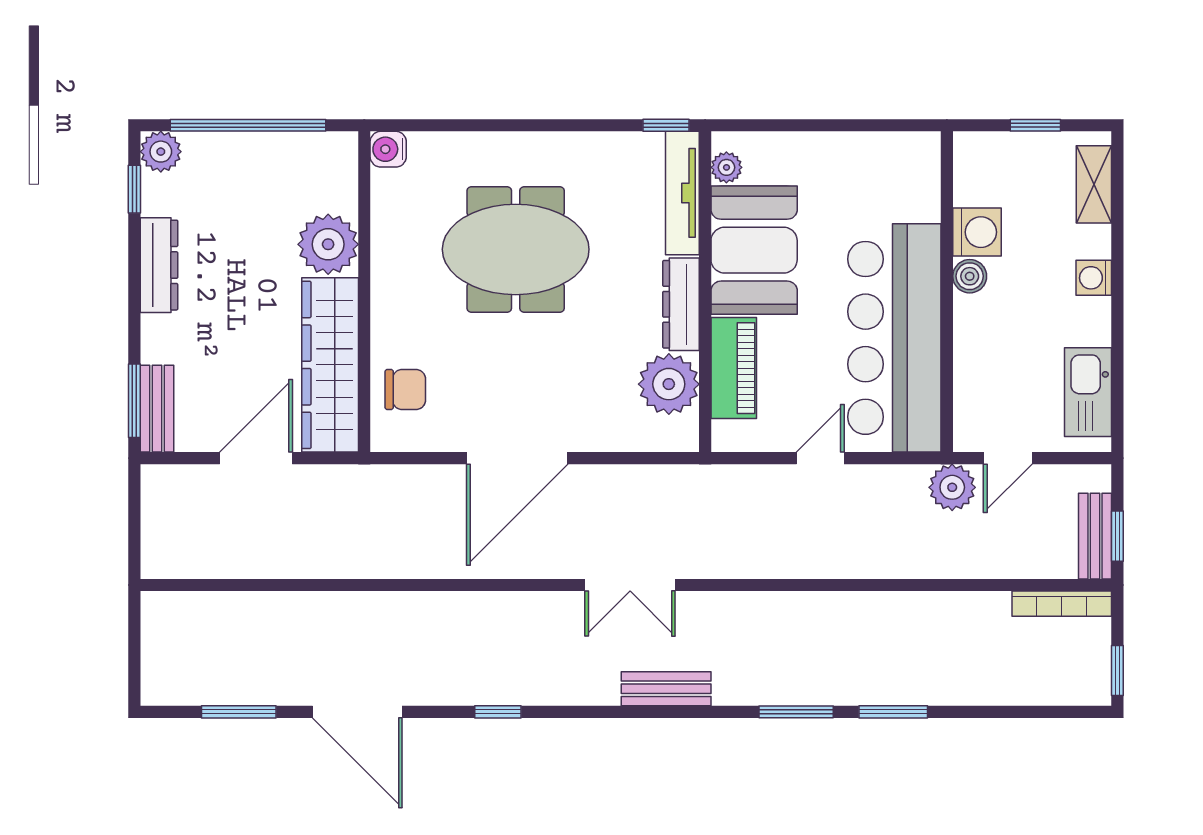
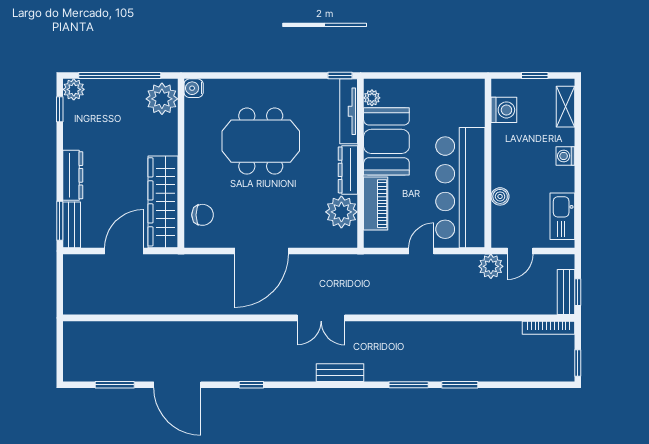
washing machine: (977, 232) -> (504, 110), moved
plant: (328, 244) -> (162, 99), moved
dresser: (159, 265) -> (73, 175), moved
boiler: (970, 276) -> (500, 196), moved

